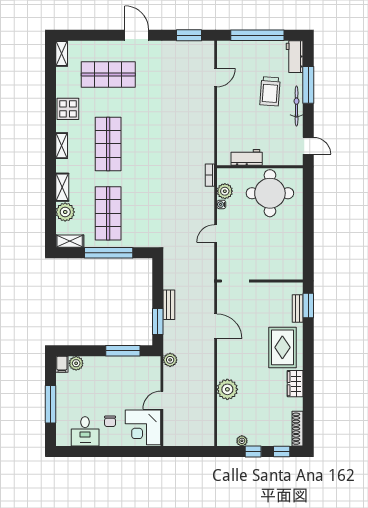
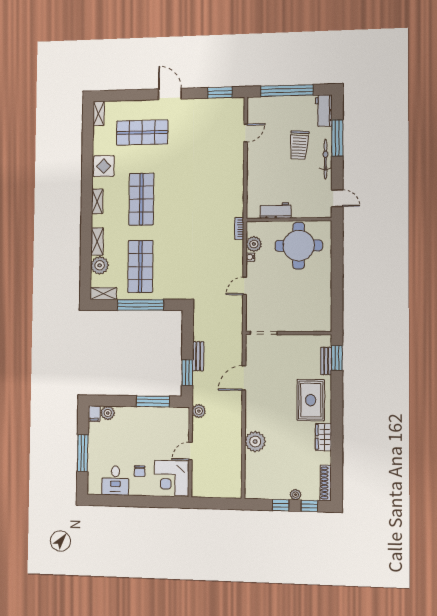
door: (216, 326) -> (244, 378), swing flipped
plant: (242, 441) -> (296, 495), moved

